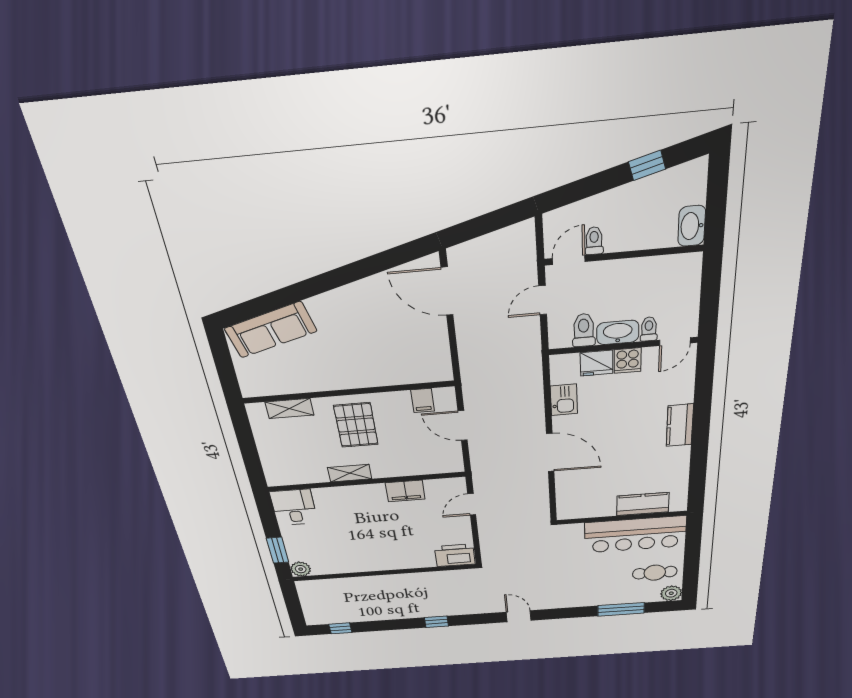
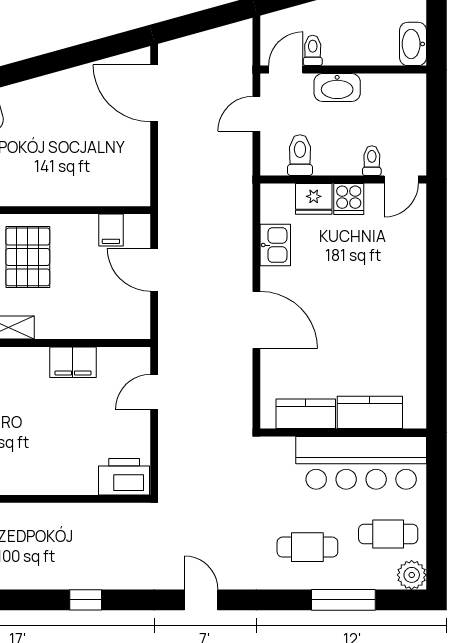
washbasin: (618, 332) -> (337, 87), moved, turned 180
kitchen counter: (680, 425) -> (306, 414), moved, turned 90
cafe table: (595, 584) -> (307, 547), added

